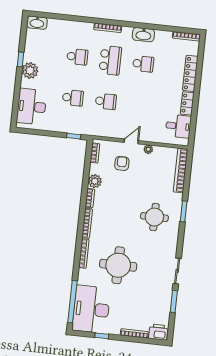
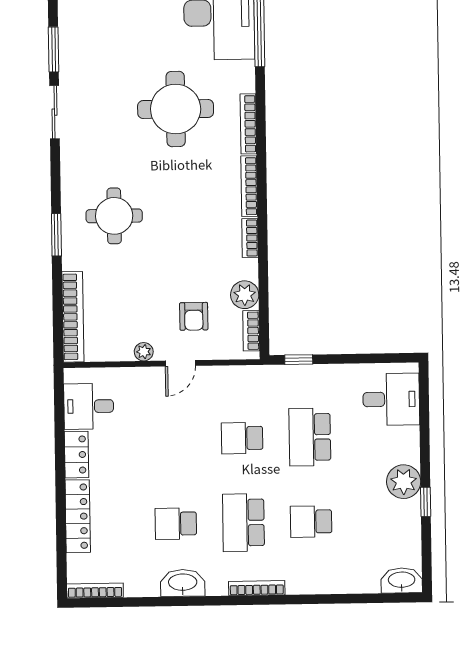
school desk: (73, 98) -> (310, 437), width x1.85
desk: (32, 107) -> (391, 399), width x0.73
plant: (95, 181) -> (245, 295), moved

